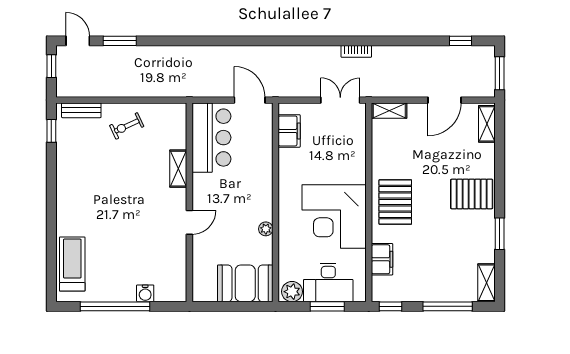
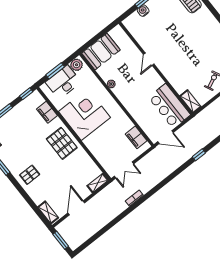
window: (461, 41) -> (199, 155), moved
shelving: (178, 169) -> (190, 101), moved
pallet: (472, 194) -> (30, 175), width x0.67, depth x0.71

